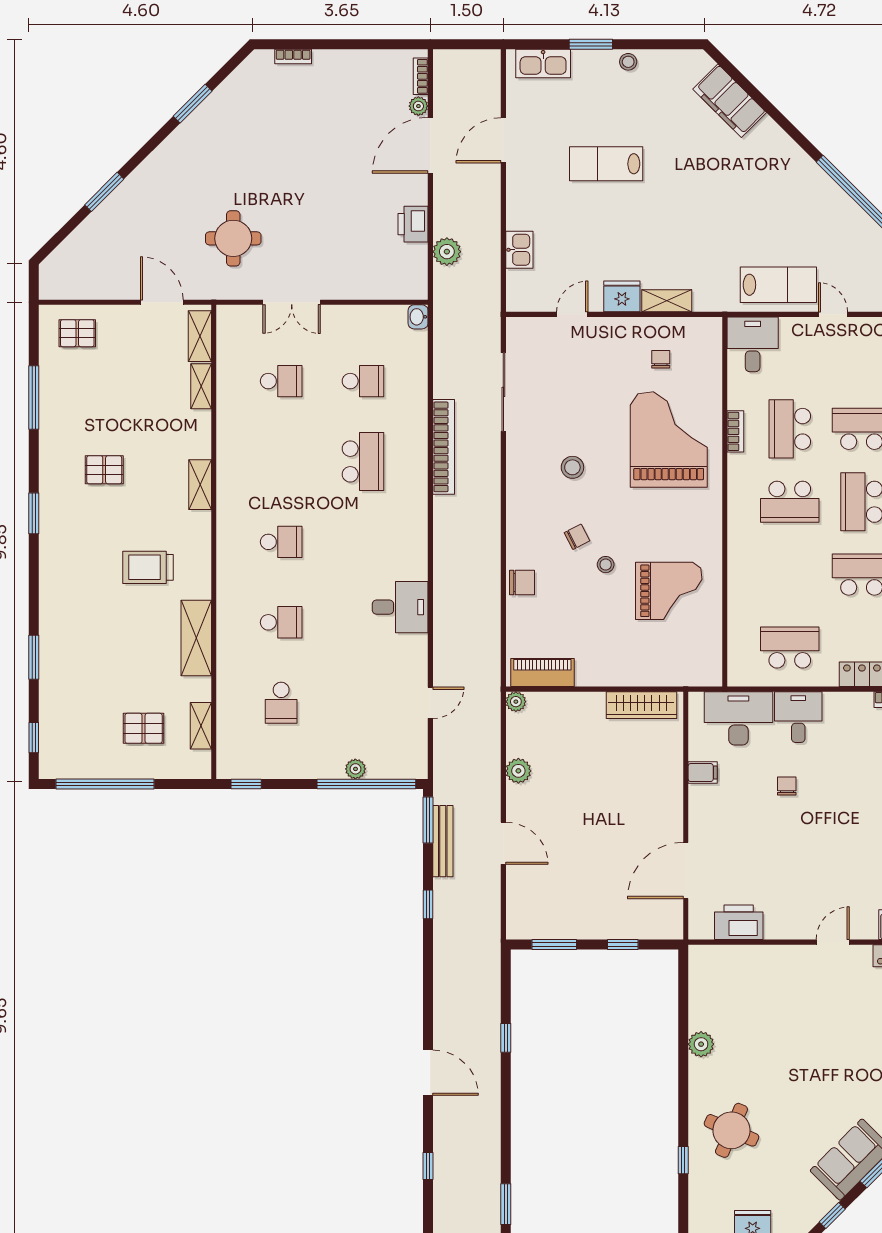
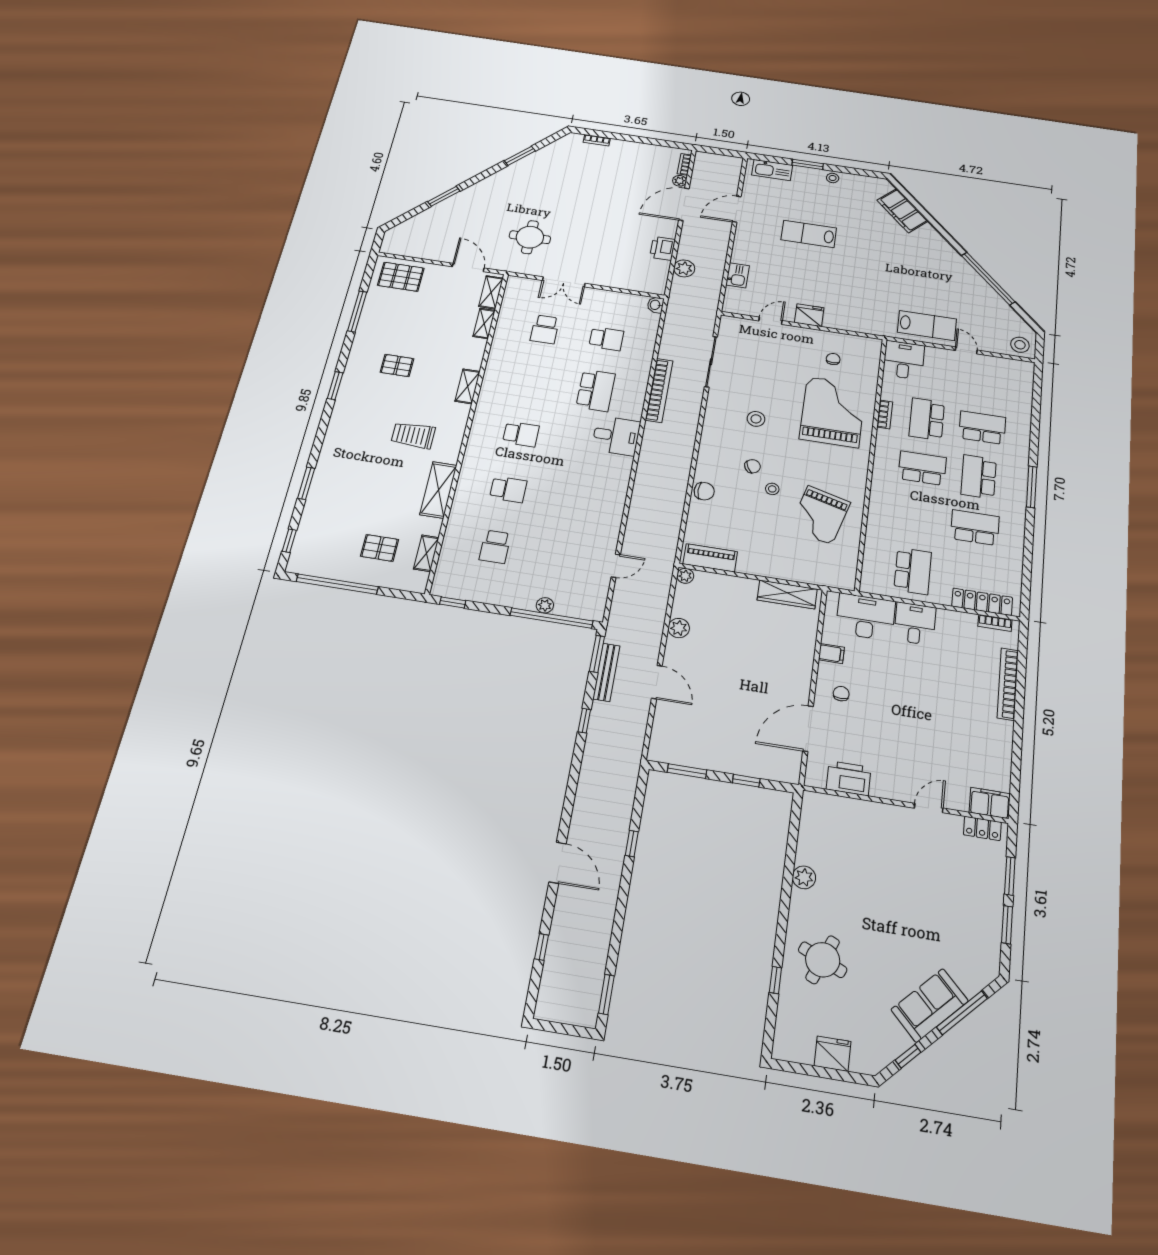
shelving: (667, 301) -> (842, 323), removed
pallet: (77, 333) -> (401, 277), width x1.50, depth x1.42
school desk: (281, 381) -> (545, 329), turned 90
school desk: (790, 502) -> (922, 468), turned 180
grand piano: (669, 591) -> (820, 515), turned 105
desk: (400, 607) -> (616, 436), moved
school desk: (790, 648) -> (913, 571), turned 90
chair: (787, 786) -> (841, 694), moved

